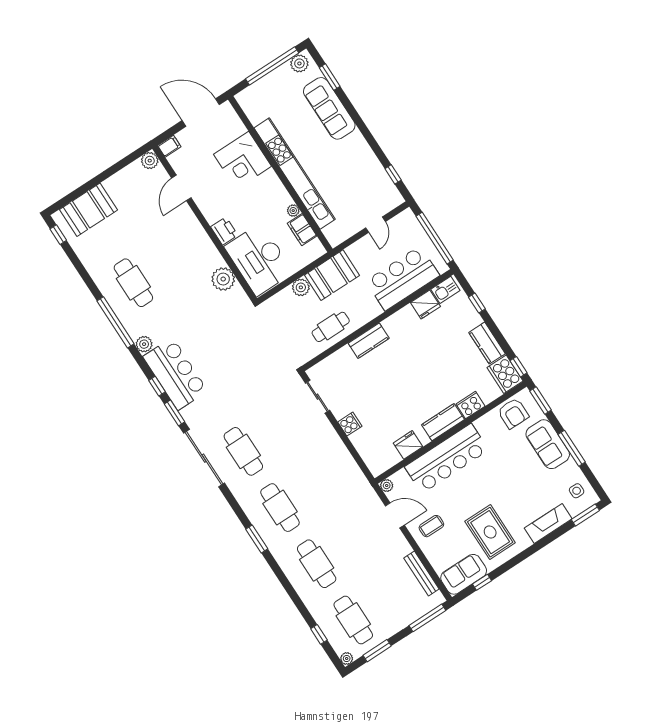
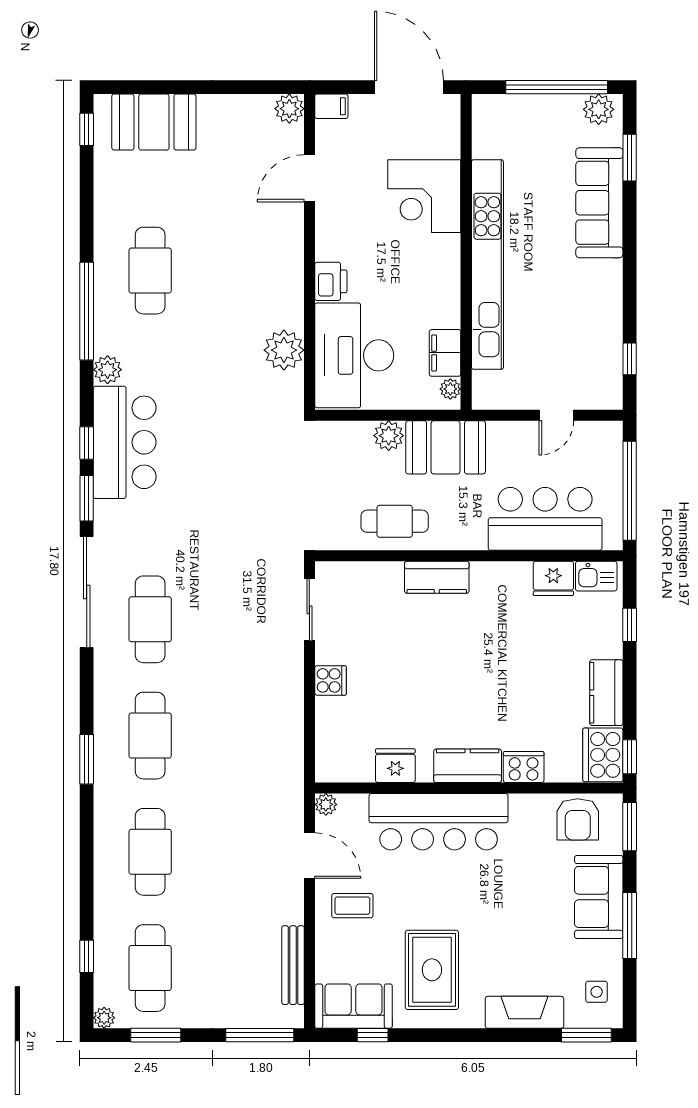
plant: (293, 211) -> (450, 389), moved

